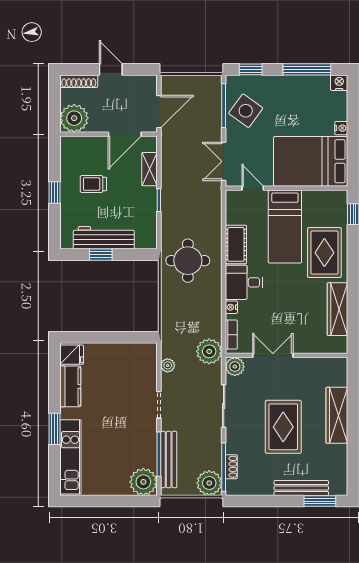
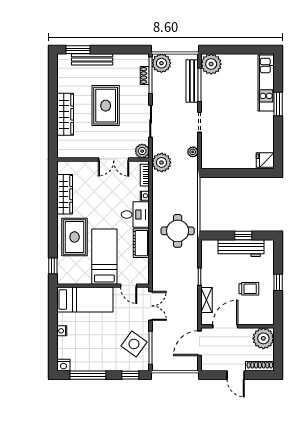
bed: (311, 161) -> (85, 300), width x0.67
kitchen counter: (70, 386) -> (266, 136), removed

